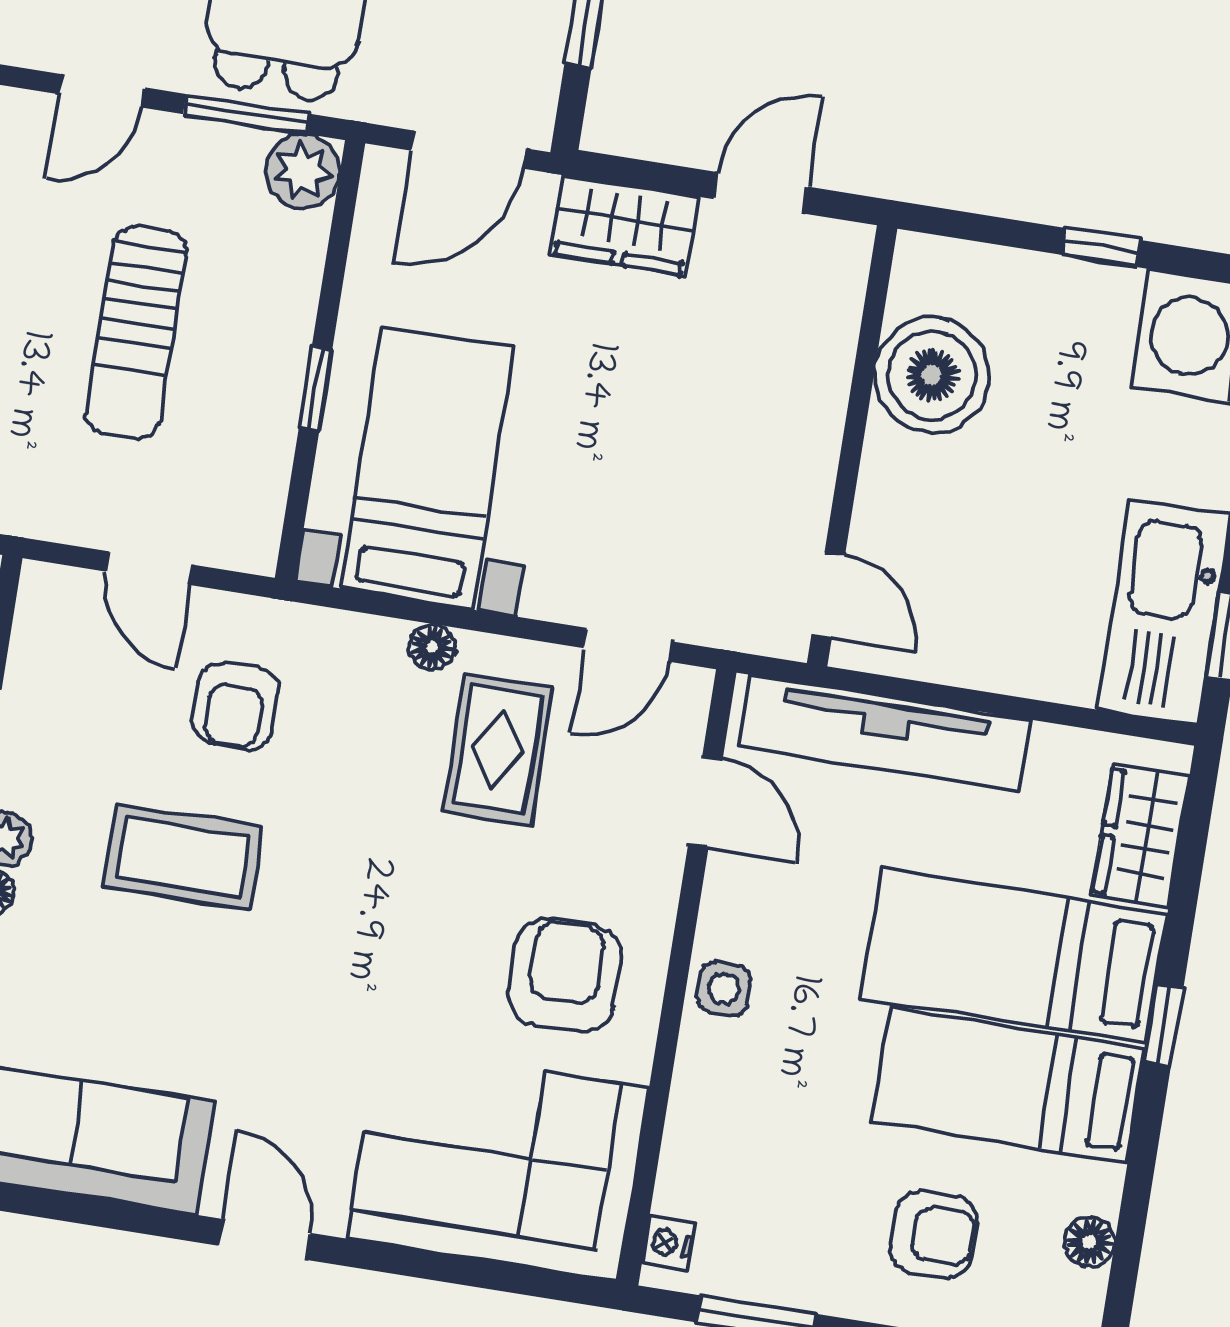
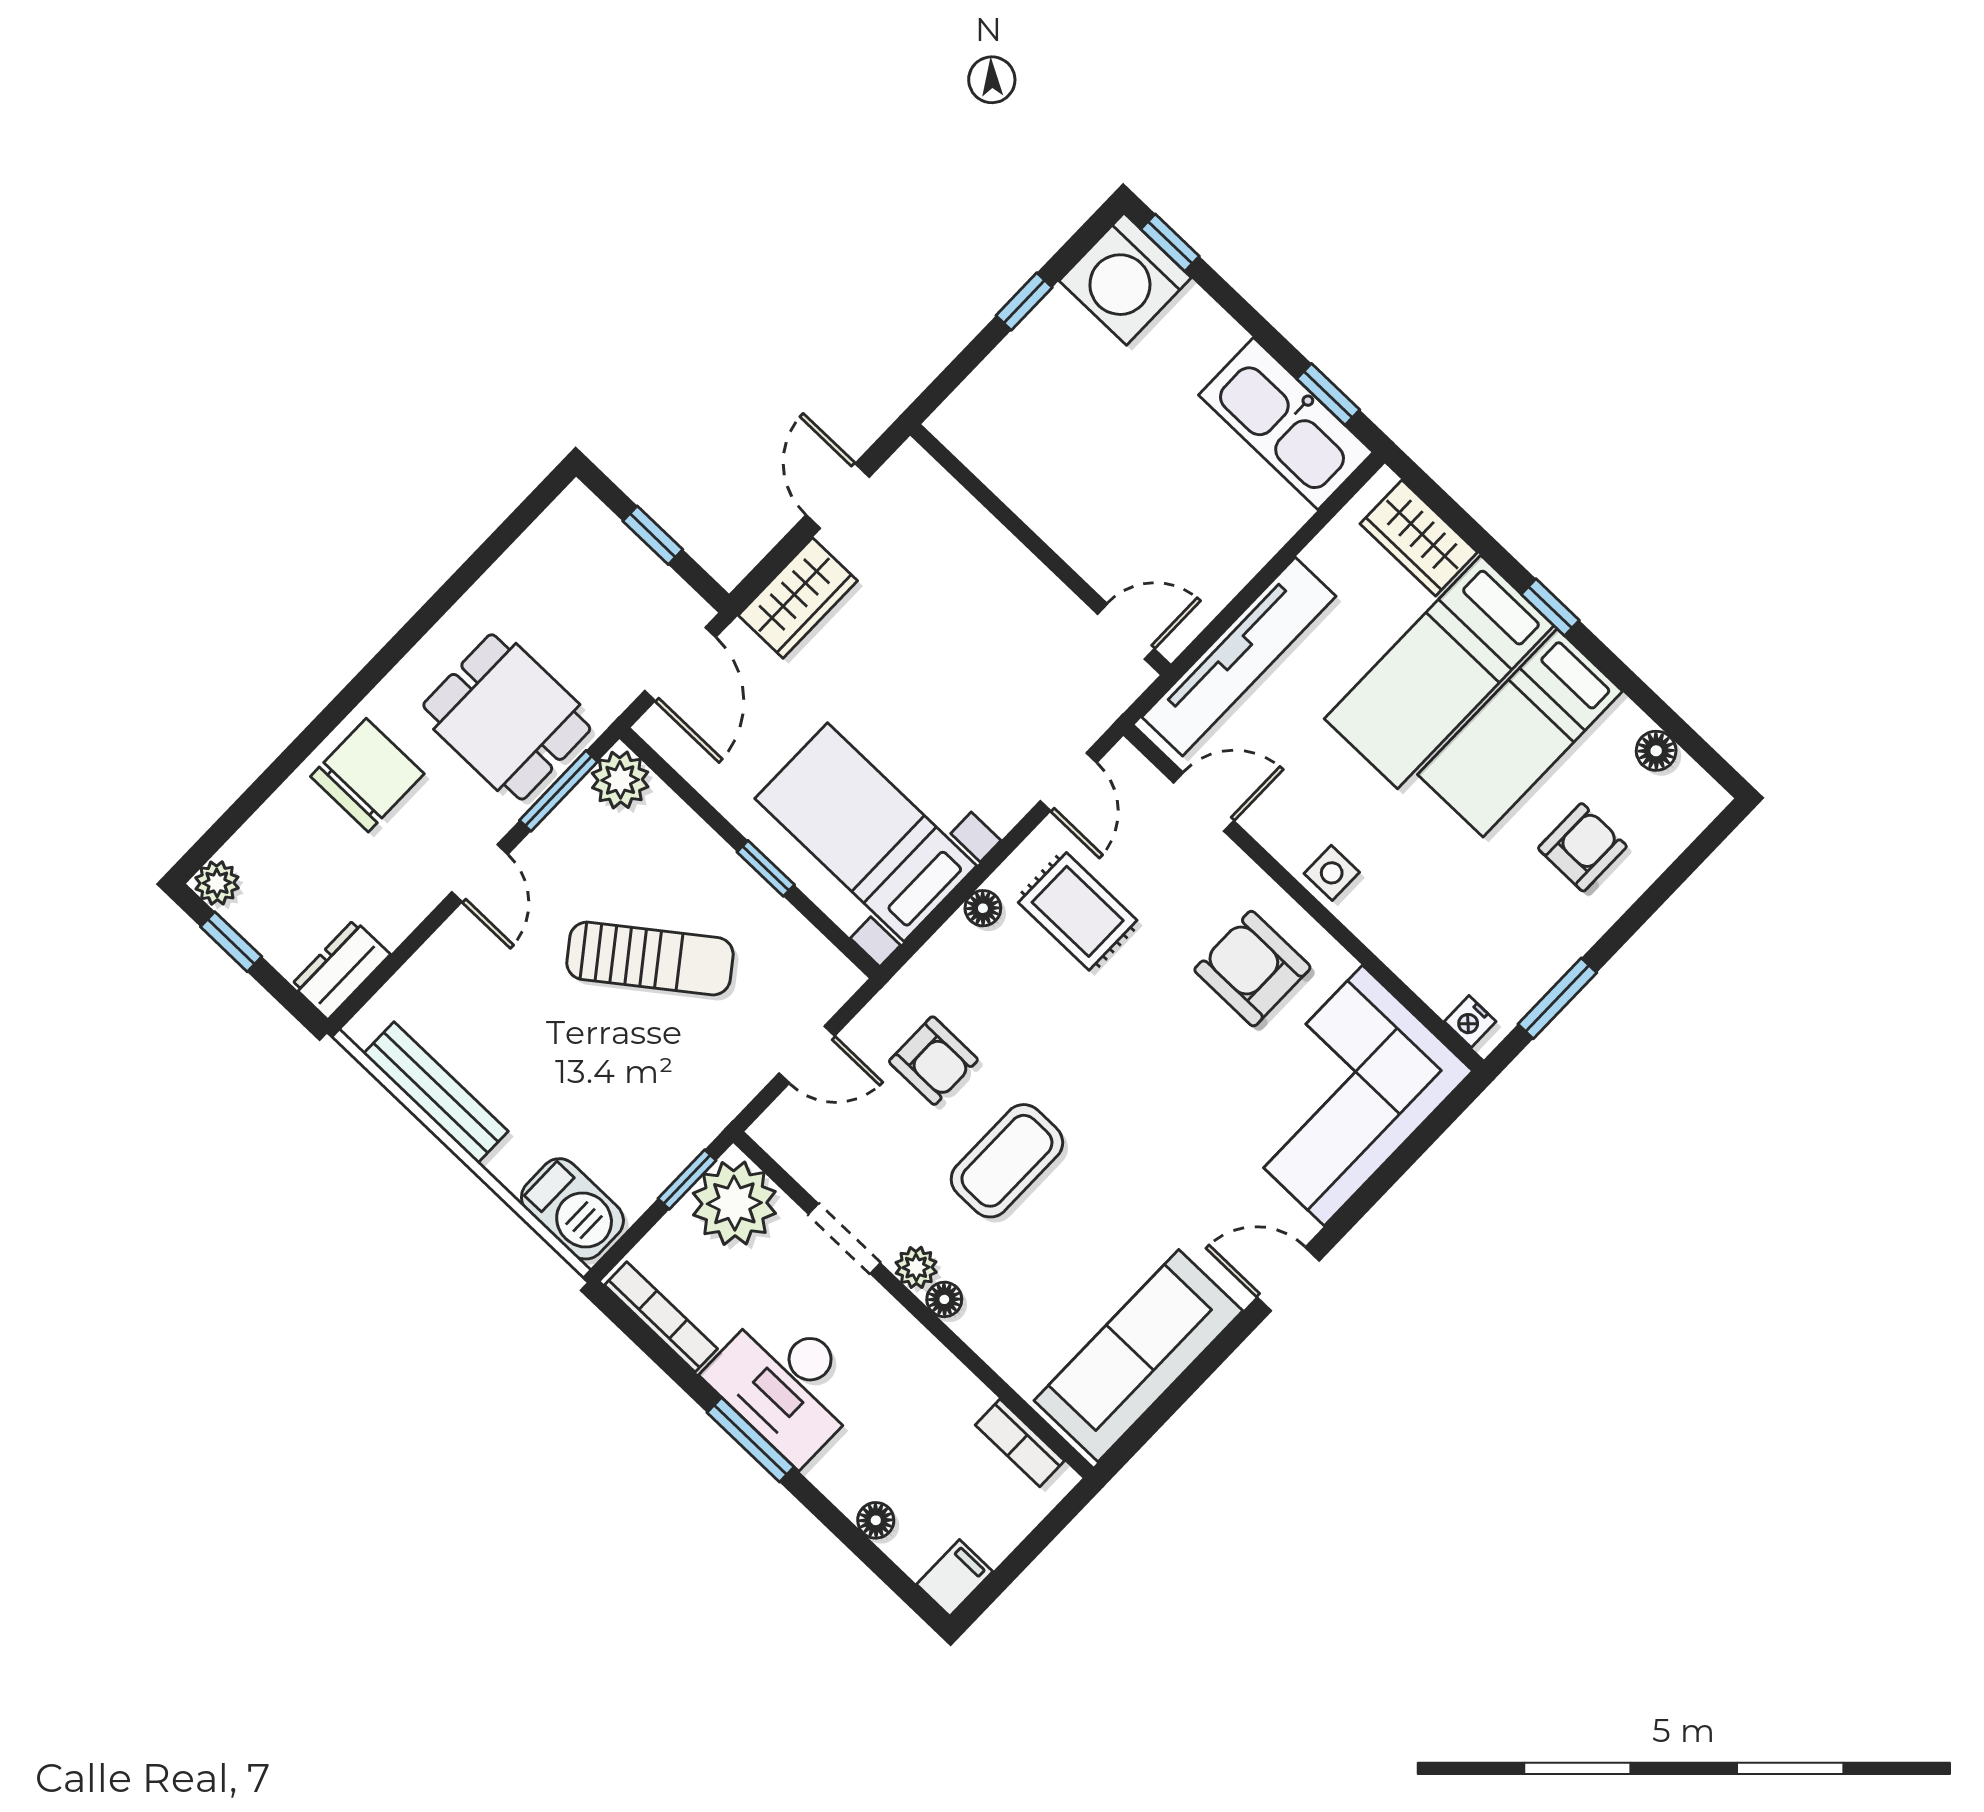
sun lounger: (136, 333) -> (650, 959), turned -37
boiler: (932, 375) -> (1031, 467), removed

